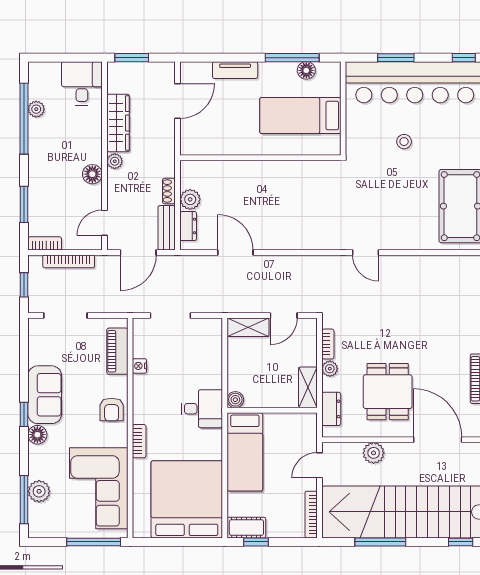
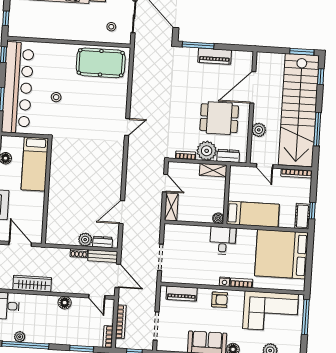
wall: (260, 158) -> (47, 191), moved
plant: (115, 161) -> (57, 287), removed
nightstand: (139, 366) -> (225, 282), moved
plant: (330, 369) -> (207, 151), width x1.88, depth x1.88

